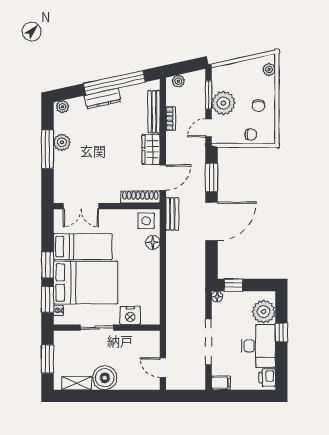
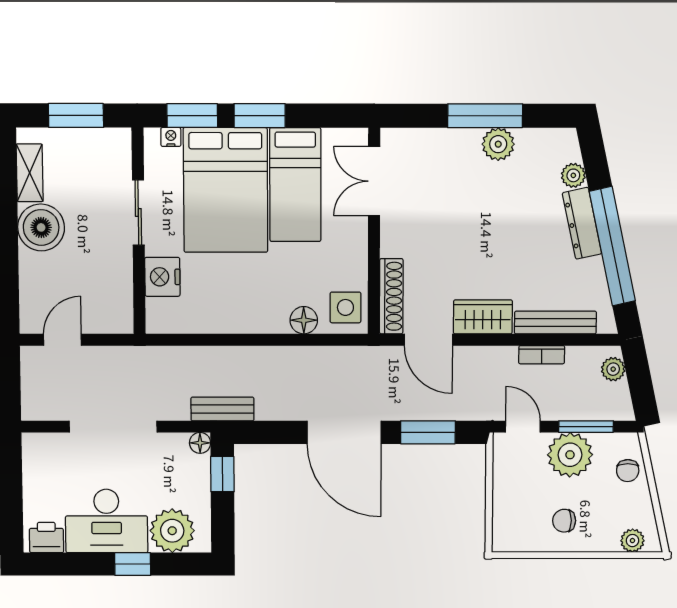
plant: (62, 107) -> (573, 175), moved
chair: (251, 135) -> (628, 471), moved
bench: (172, 214) -> (222, 409), moved
filing cabinet: (221, 383) -> (35, 450), removed

